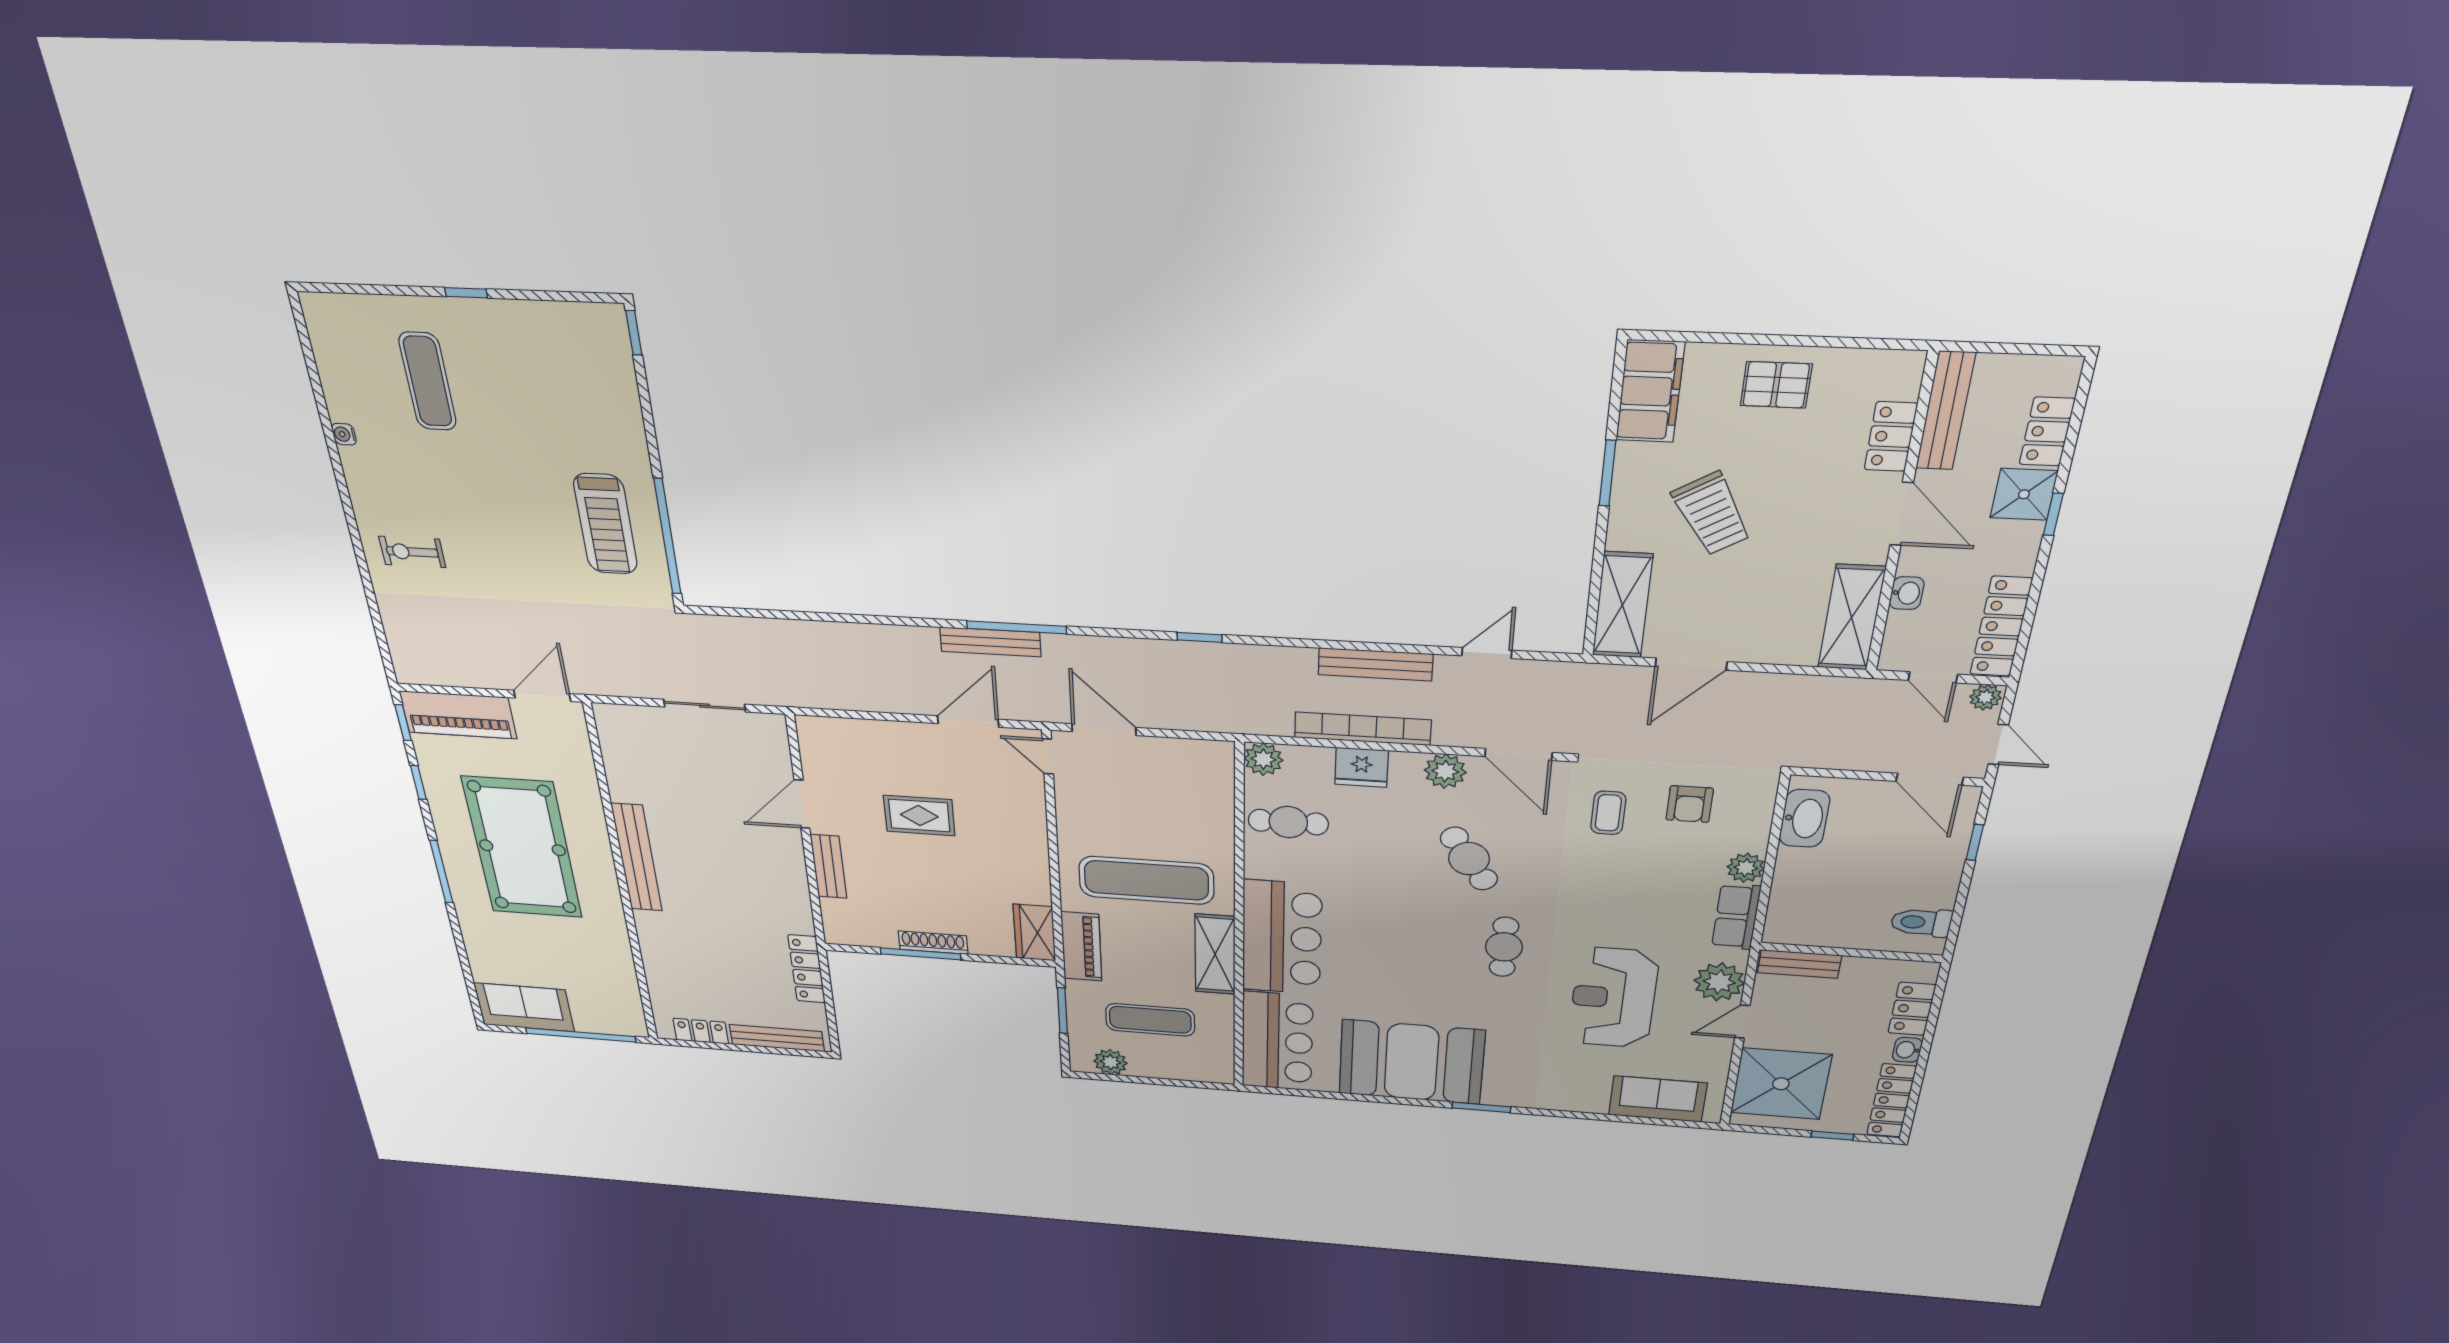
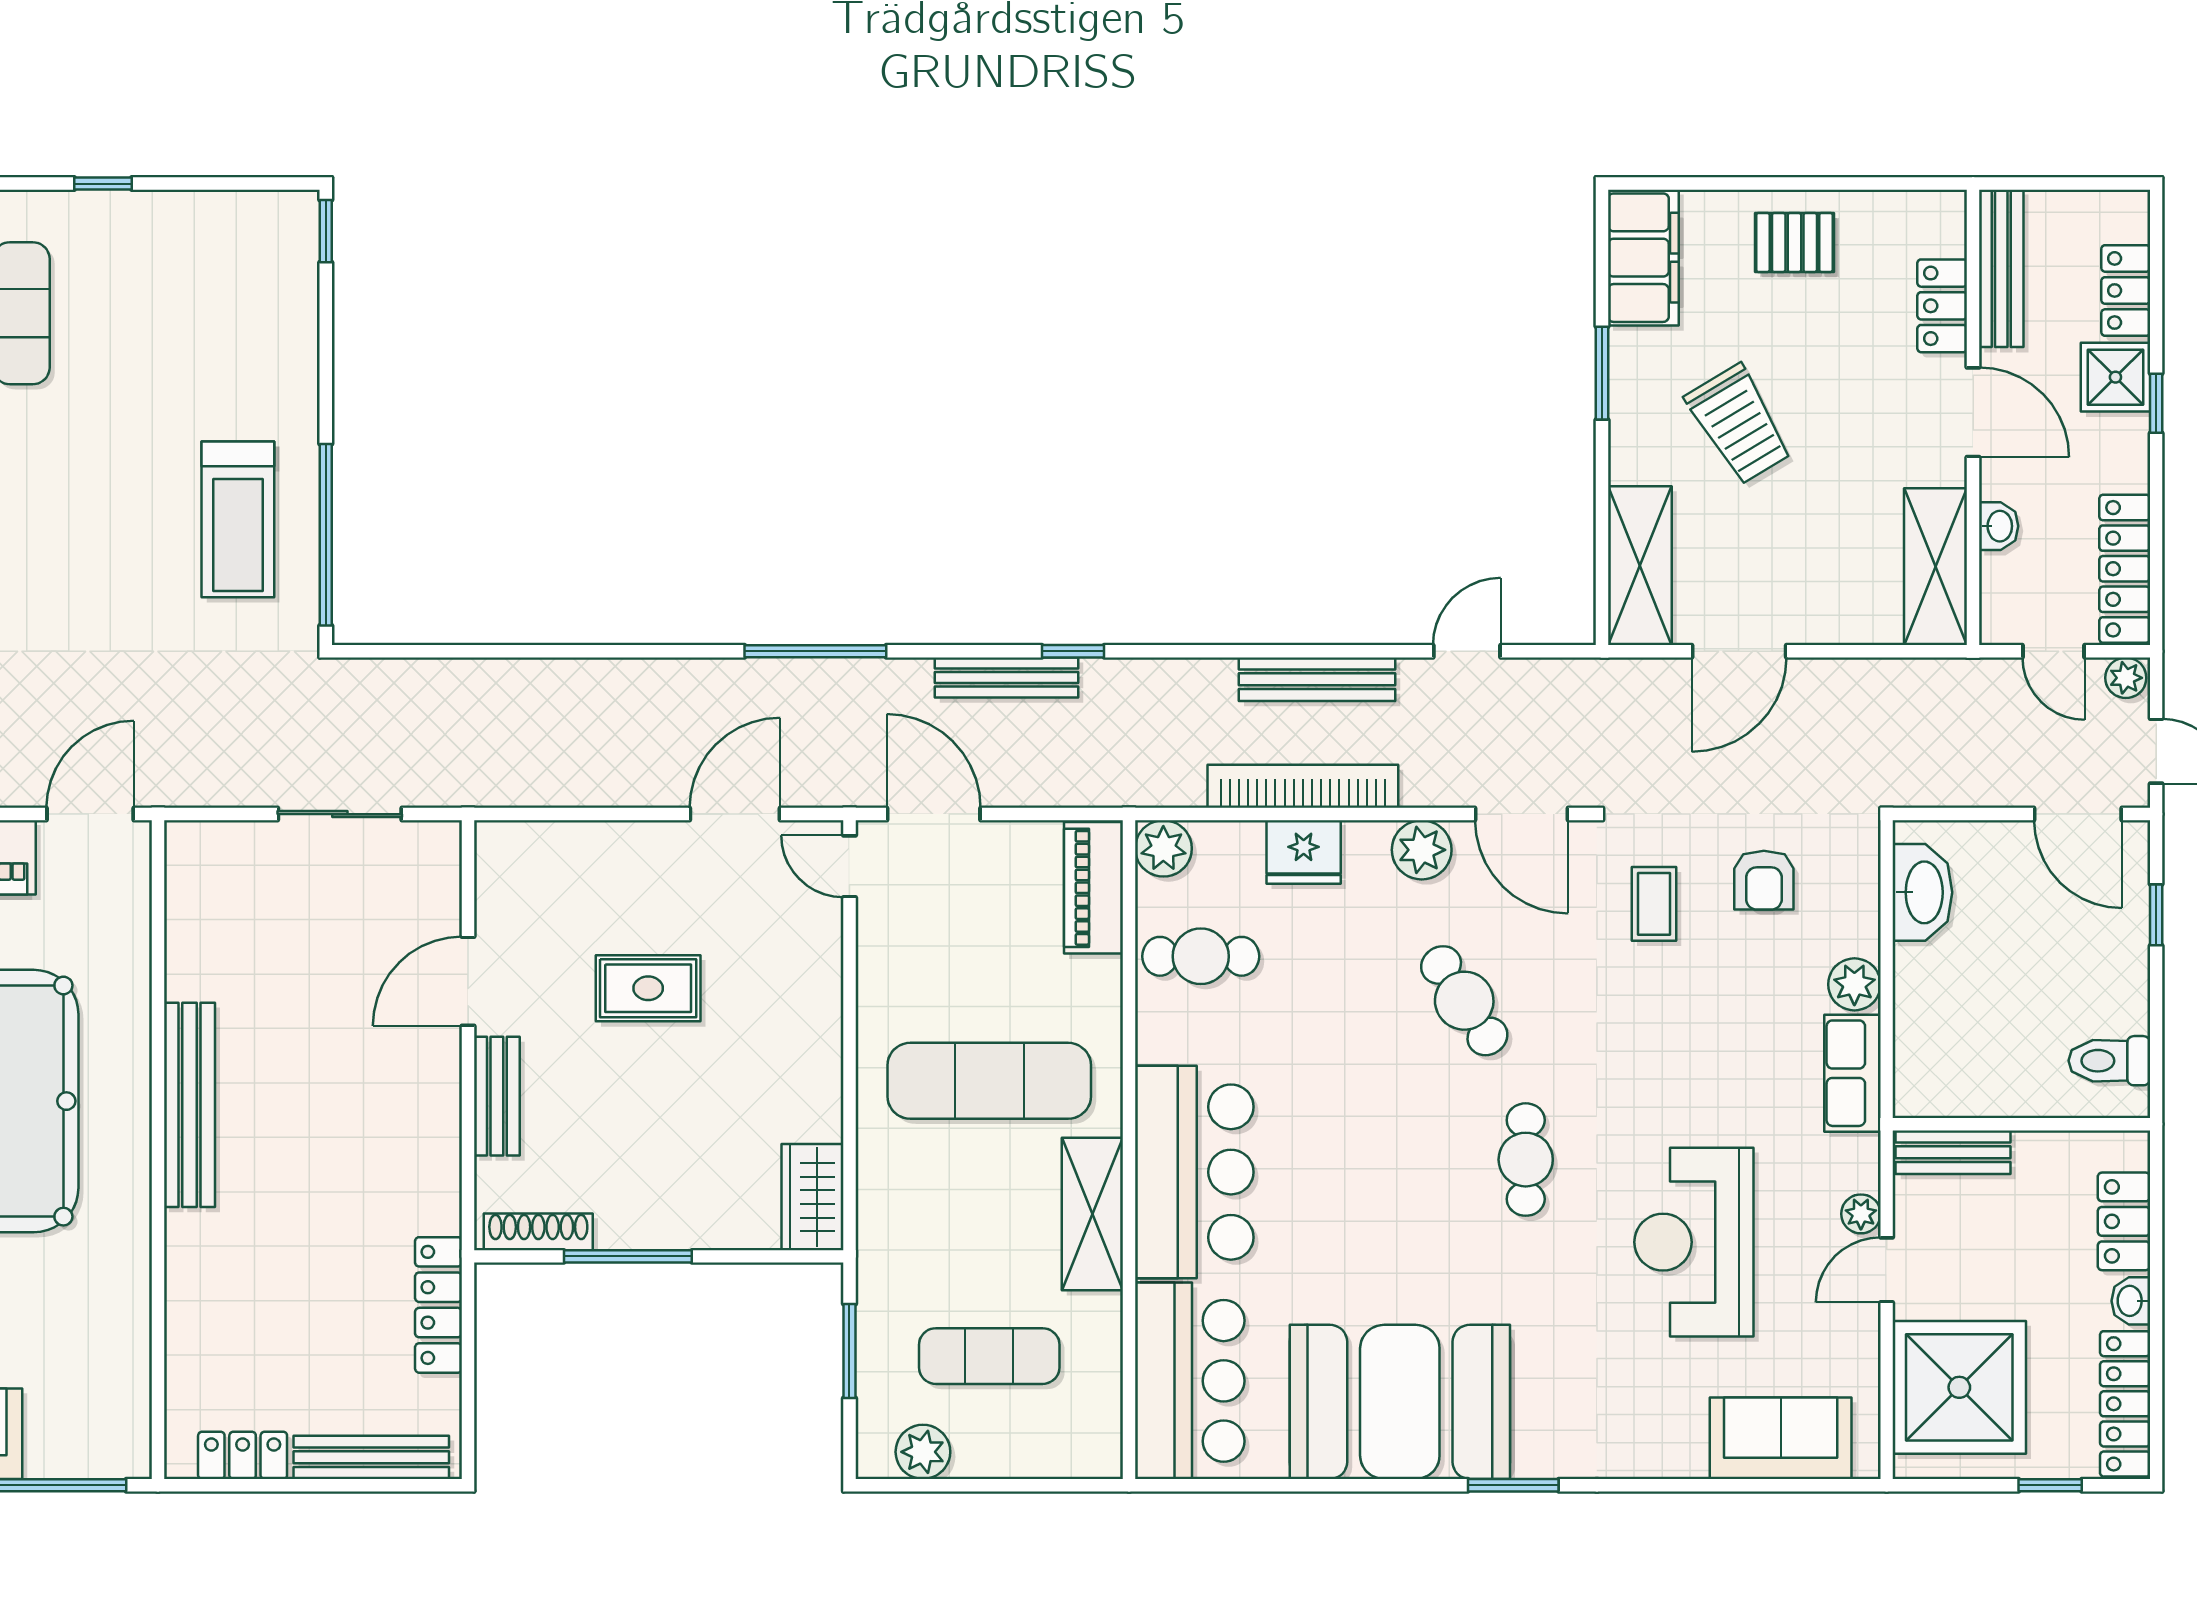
bench: (990, 642) -> (1007, 677), moved
shoe rack: (933, 943) -> (538, 1232), moved
piano: (1081, 946) -> (1093, 888), moved, turned 180
plant: (1719, 982) -> (1861, 1214), width x0.53, depth x0.53

